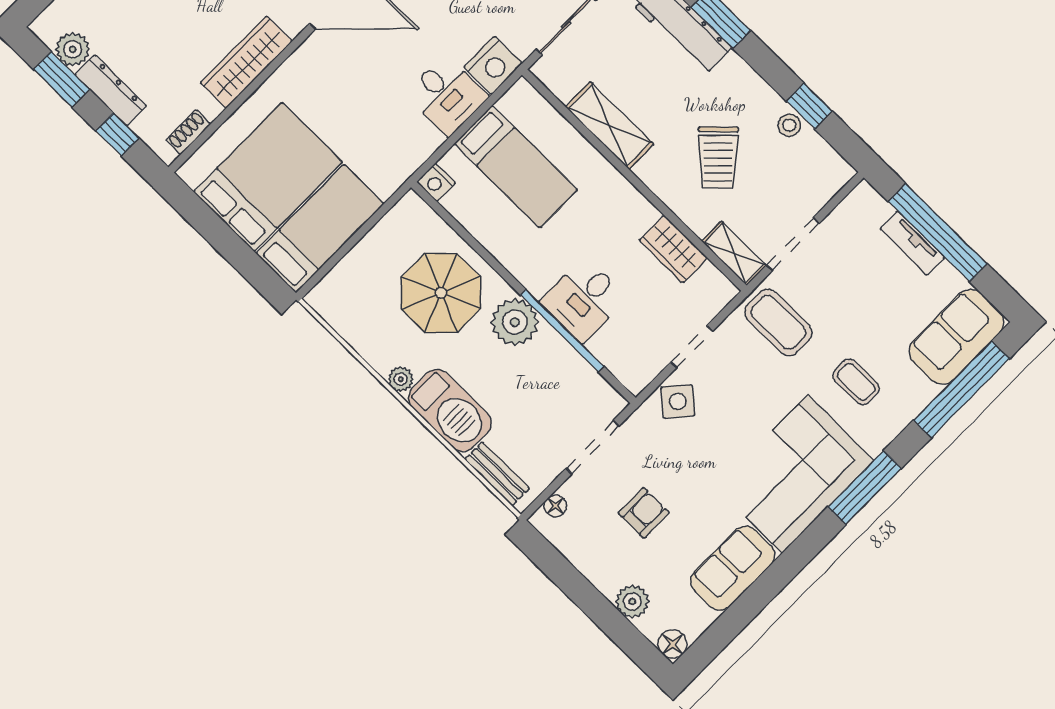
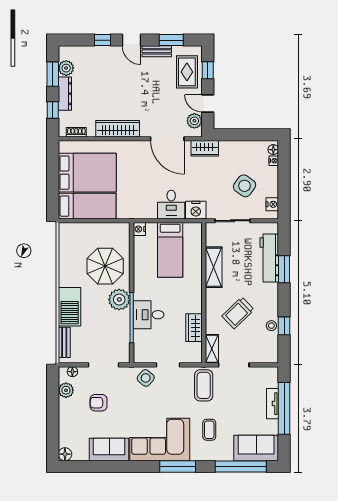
plant: (401, 379) -> (64, 281), removed
armchair: (644, 513) -> (99, 403), turned 180
plant: (632, 602) -> (66, 390), moved

